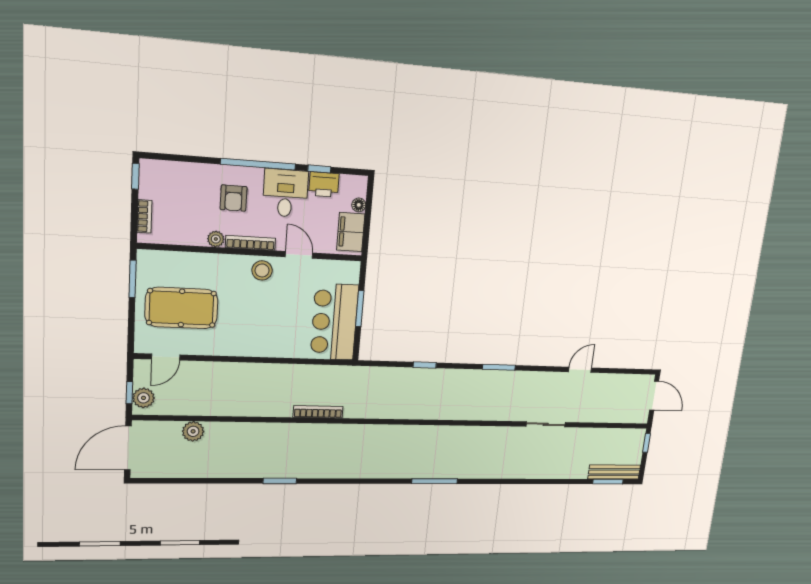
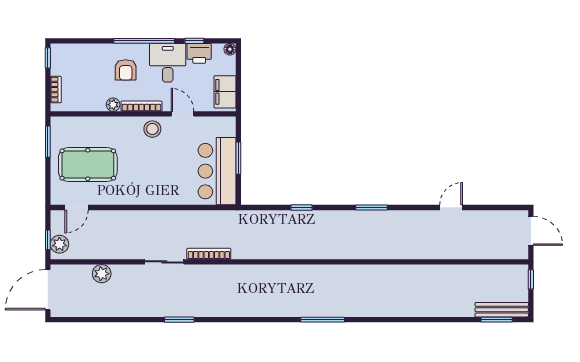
floor lamp: (359, 205) -> (230, 49), moved
sliding door: (546, 424) -> (164, 262), moved

